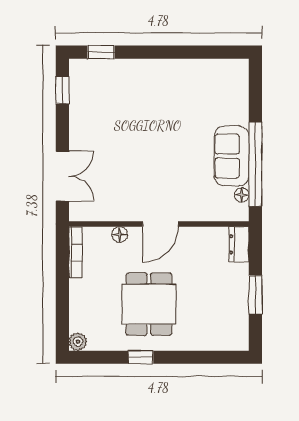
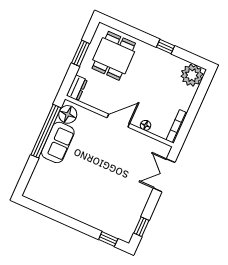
floor lamp: (242, 195) -> (68, 114), width x1.89, depth x1.89
dining table: (149, 304) -> (114, 56), moved
plant: (78, 342) -> (192, 75), width x1.88, depth x1.88

